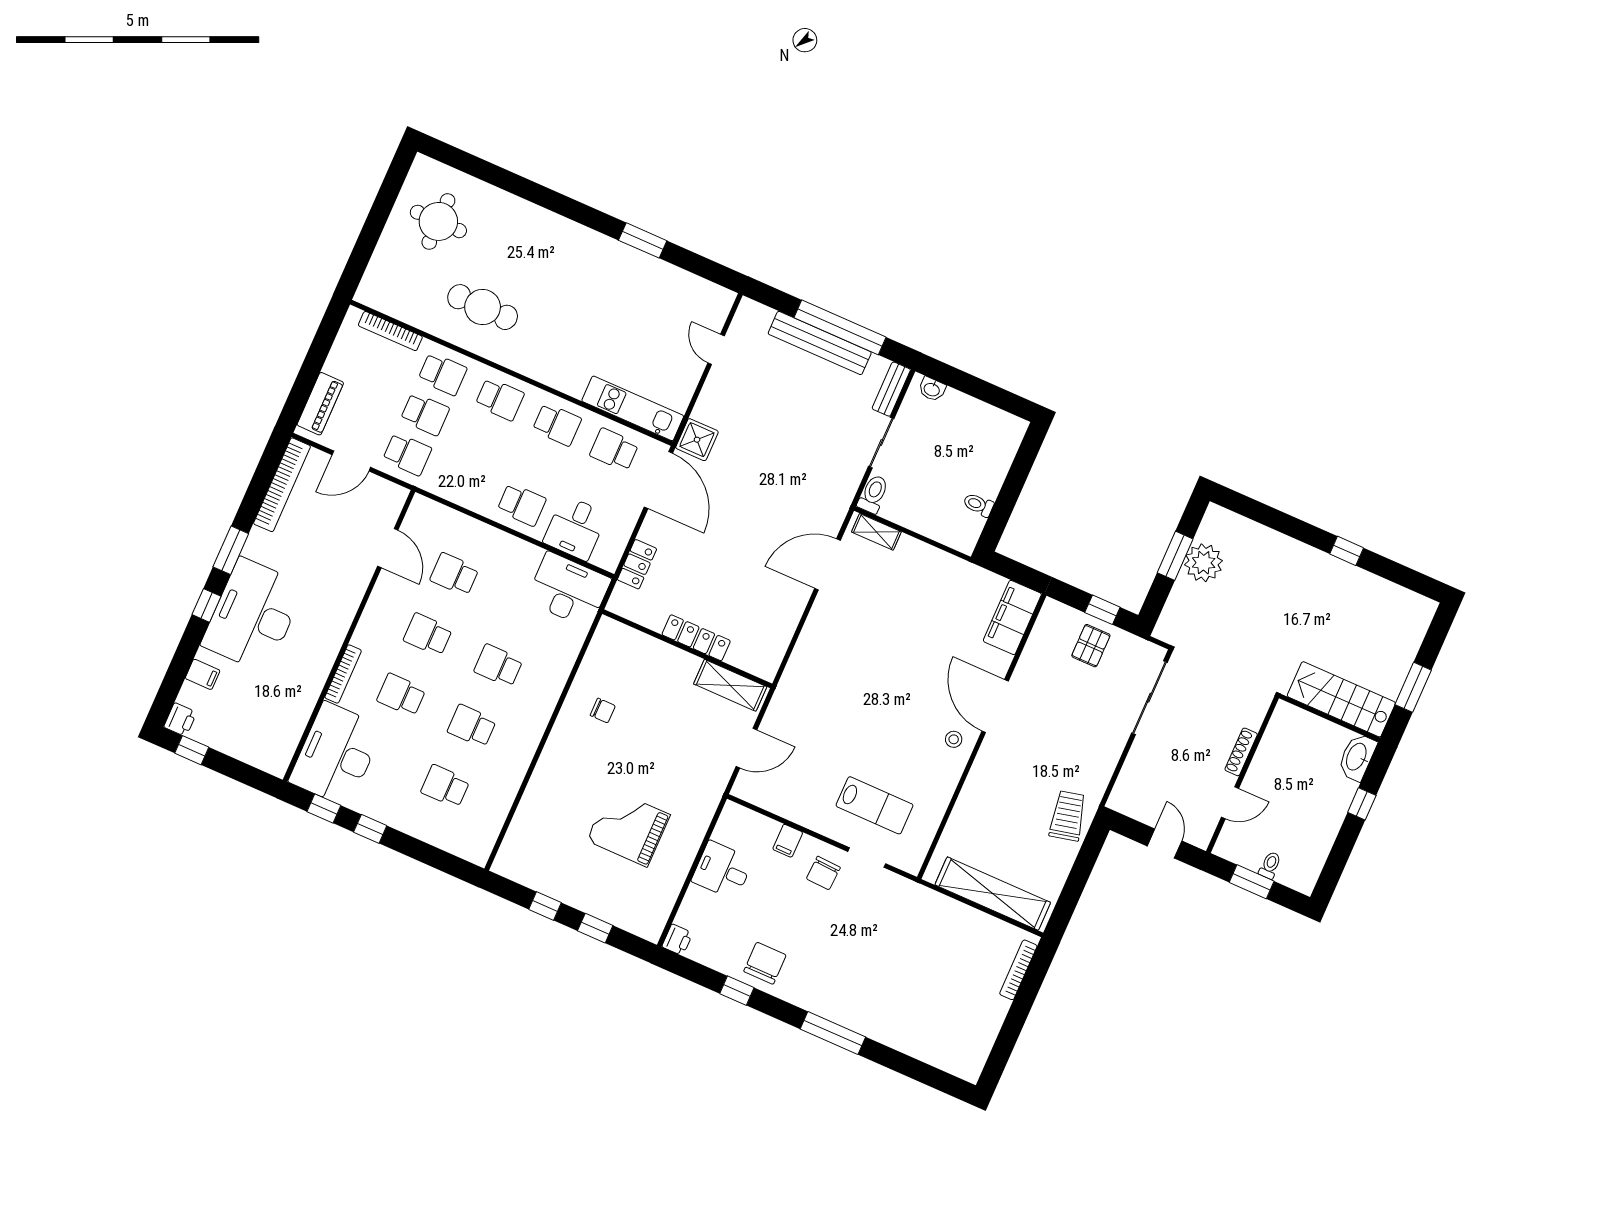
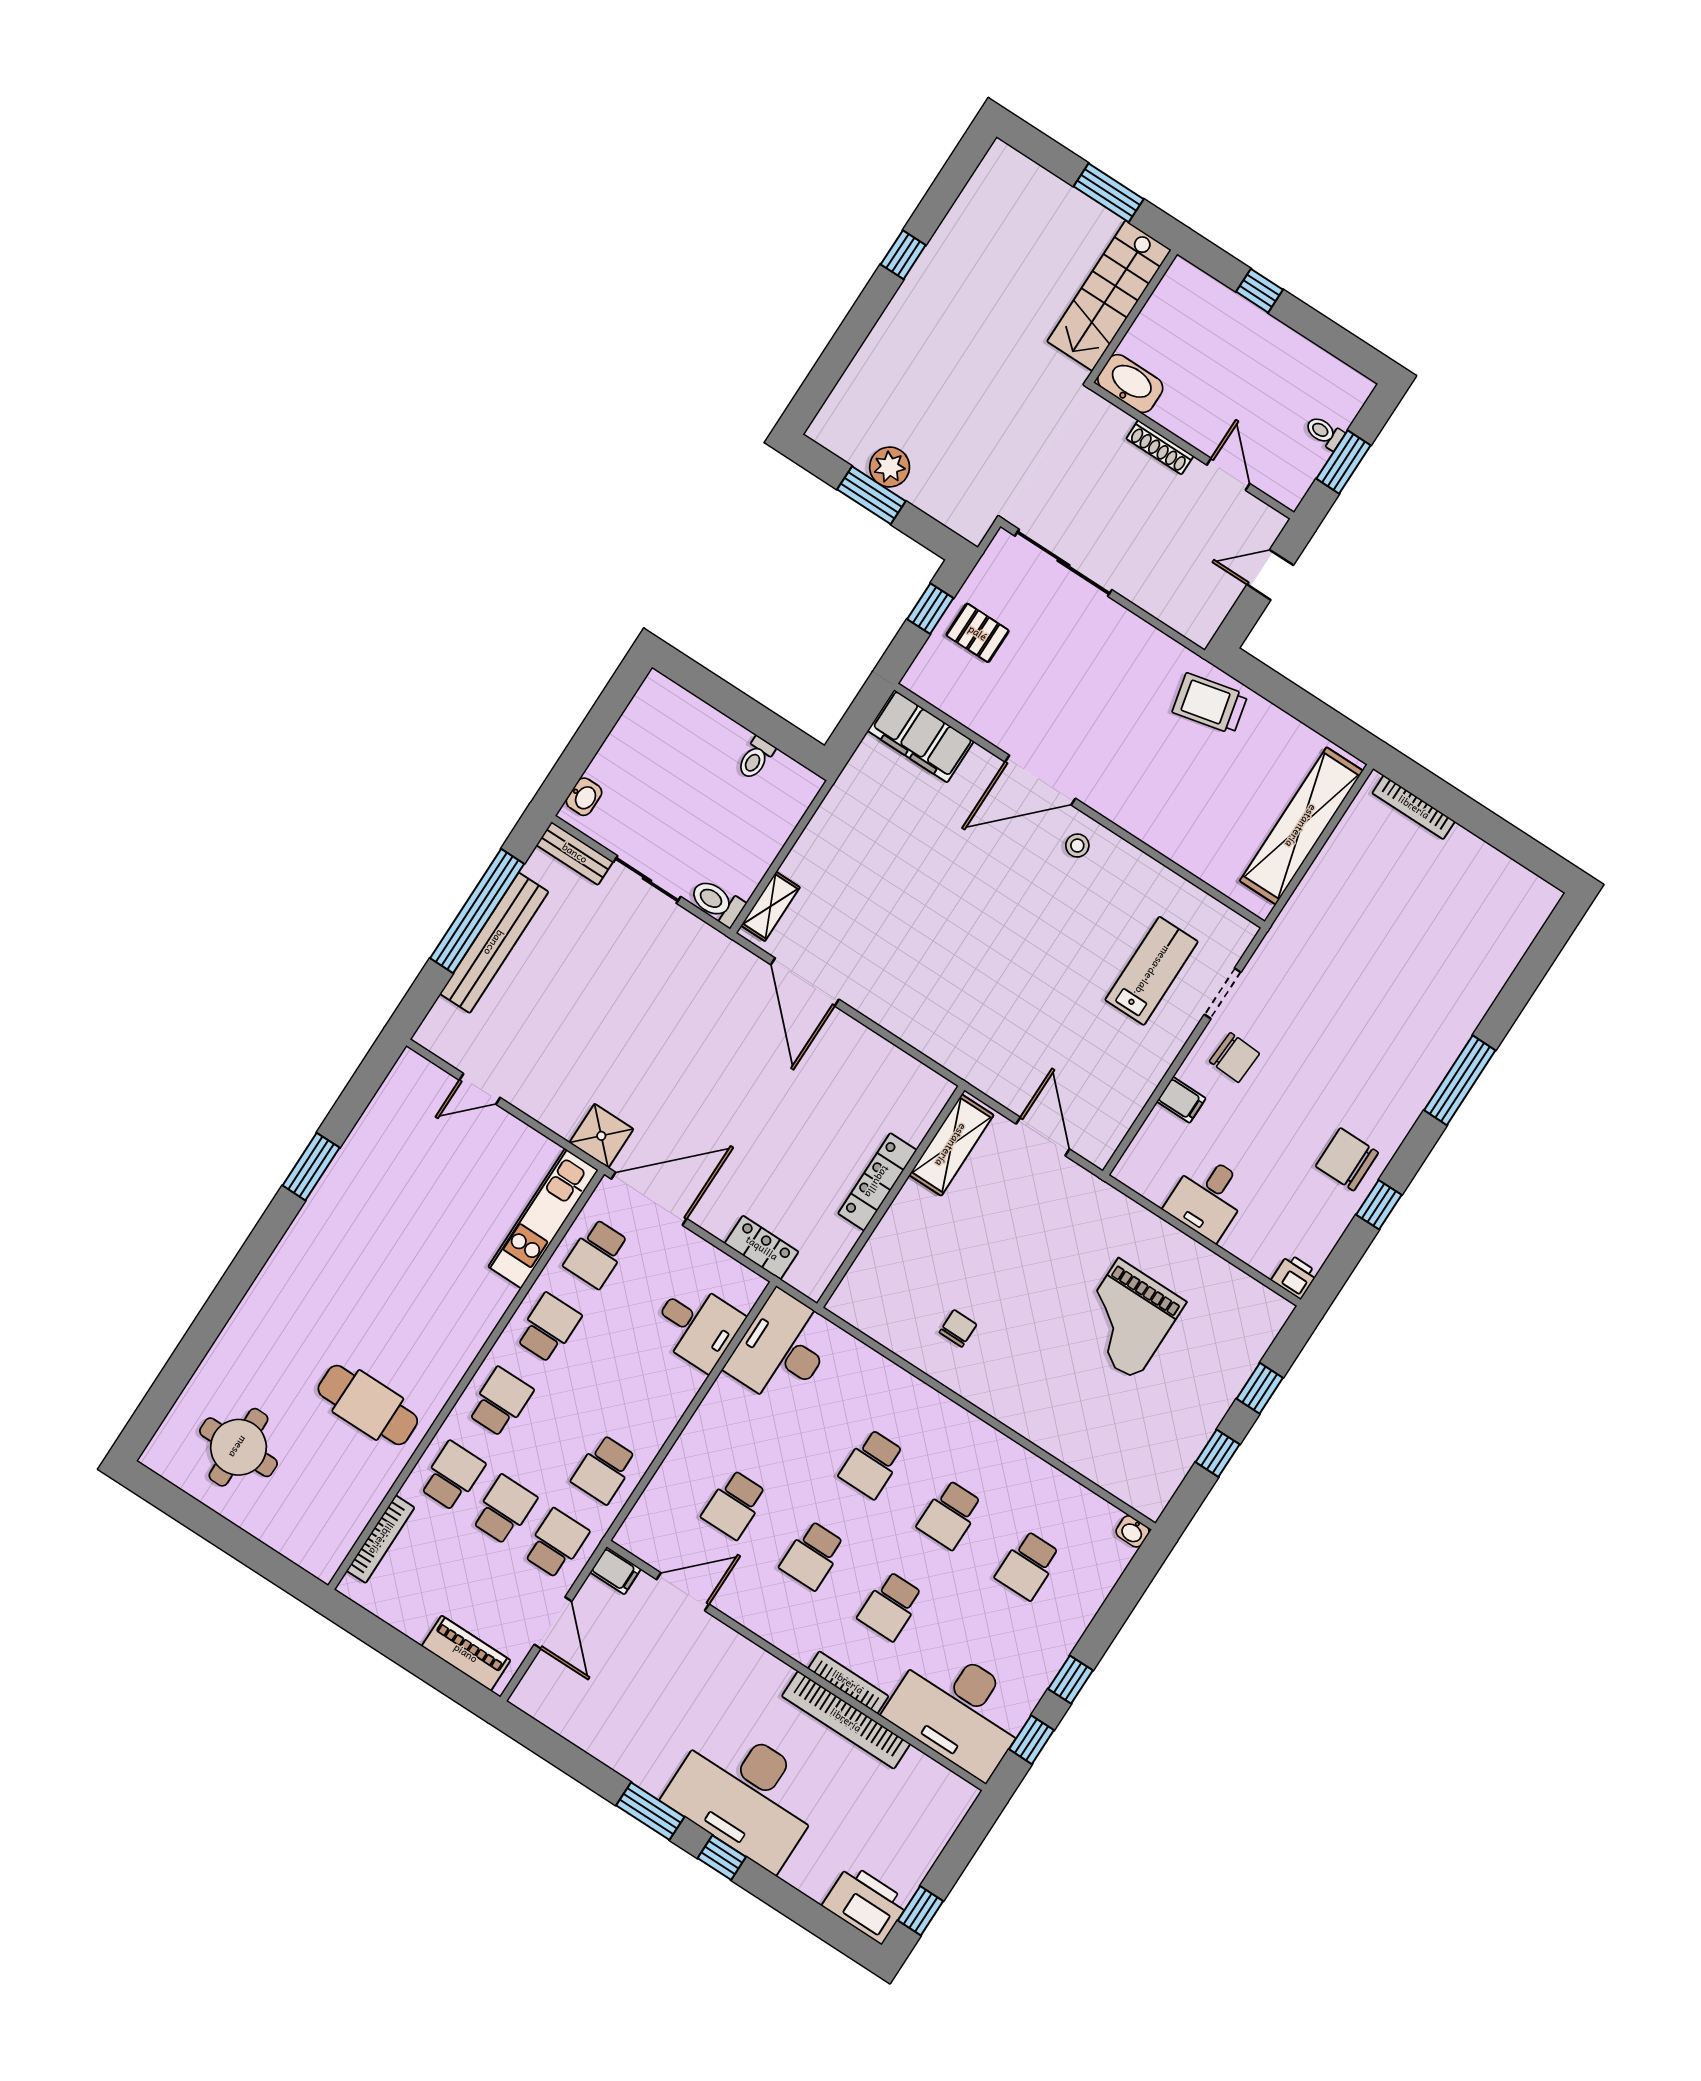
cafe table: (483, 307) -> (368, 1405), turned 90
bookcase: (282, 485) -> (846, 1720), moved, turned 180
school desk: (522, 505) -> (604, 1469), moved, turned 180
plant: (1204, 563) -> (890, 467), width x0.73, depth x0.73
filing cabinet: (203, 674) -> (616, 1571), moved, turned 90
printer: (180, 720) -> (866, 1904), width x1.87, depth x1.48
washbasin: (1357, 757) -> (1130, 384), moved, turned 180
washbasin: (481, 856) -> (1133, 1531), added

